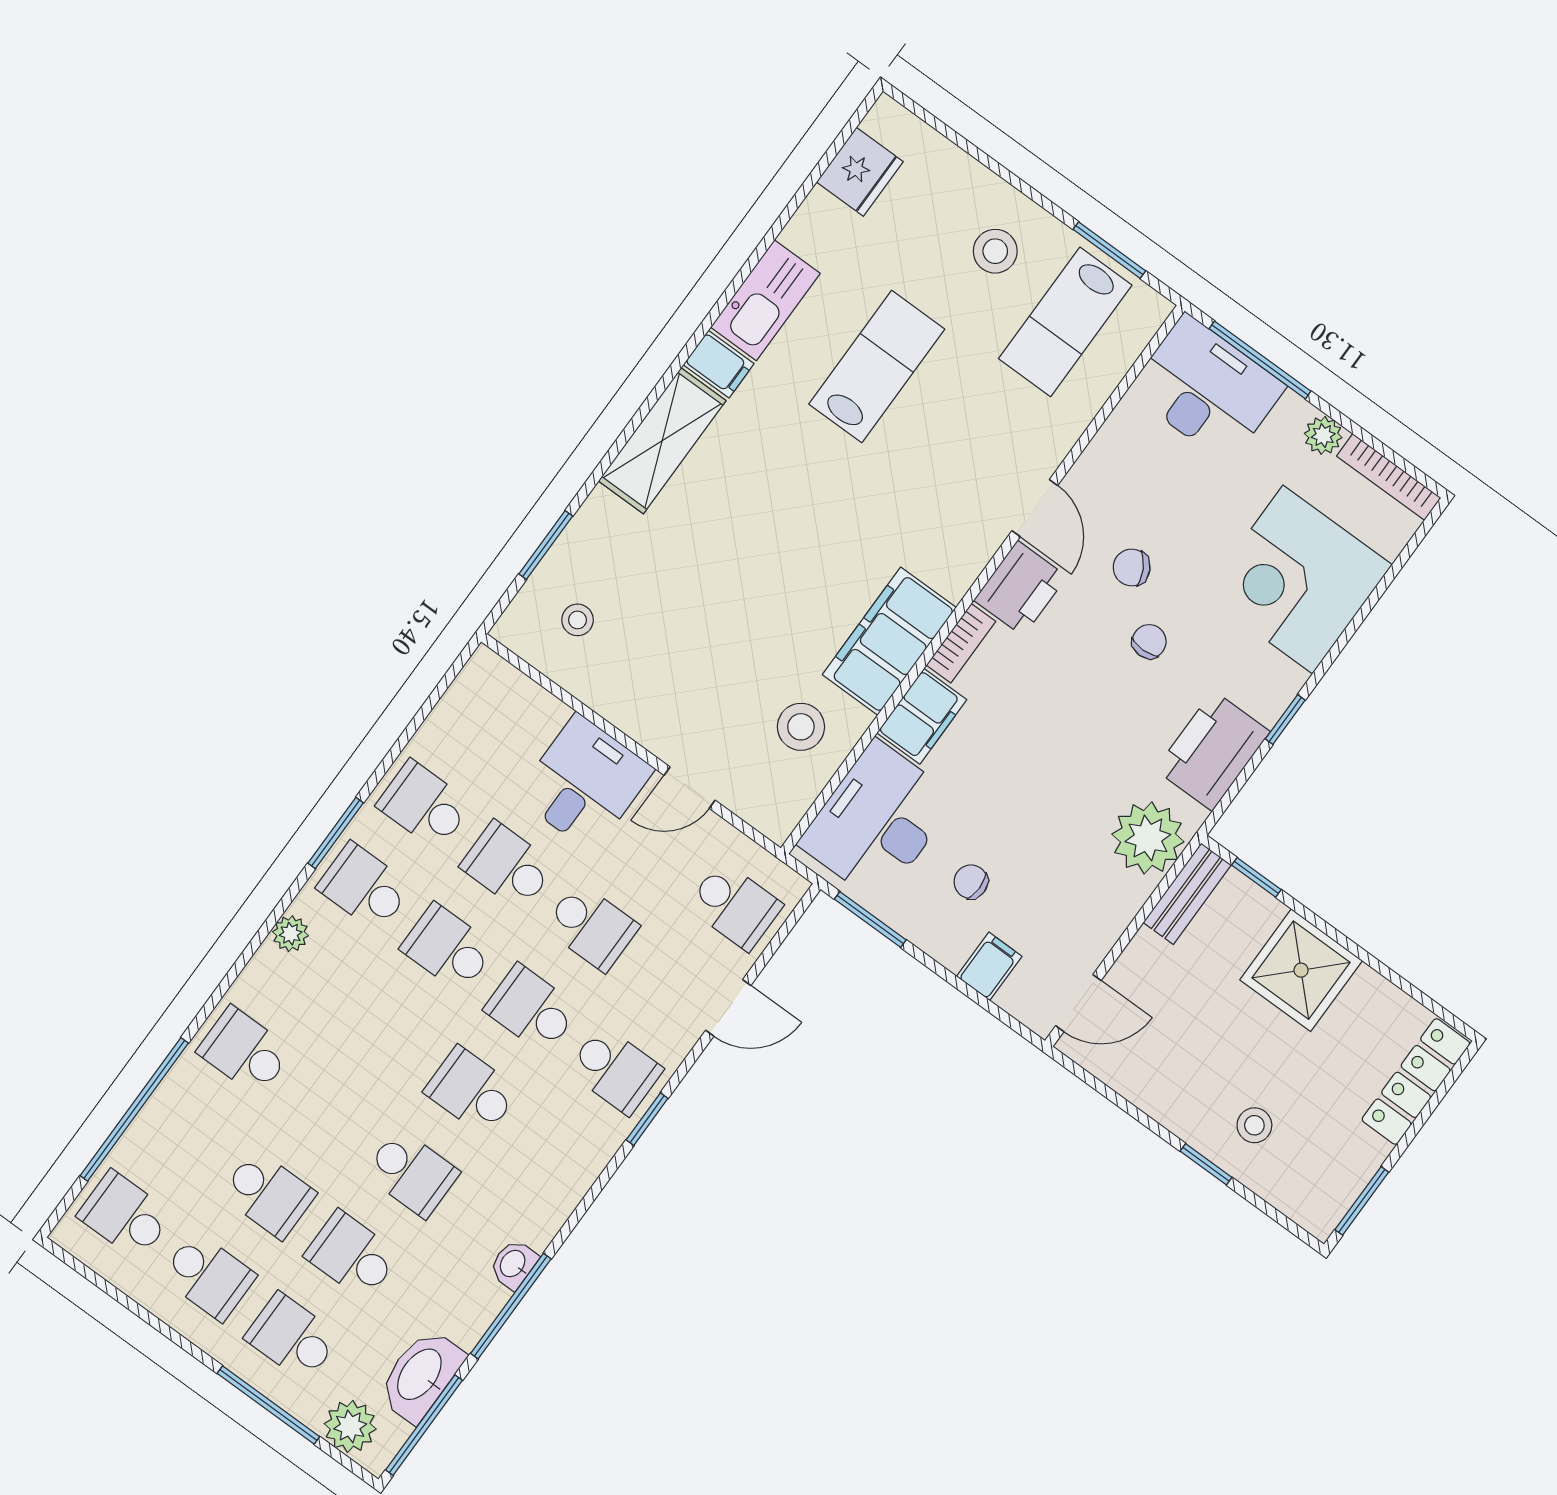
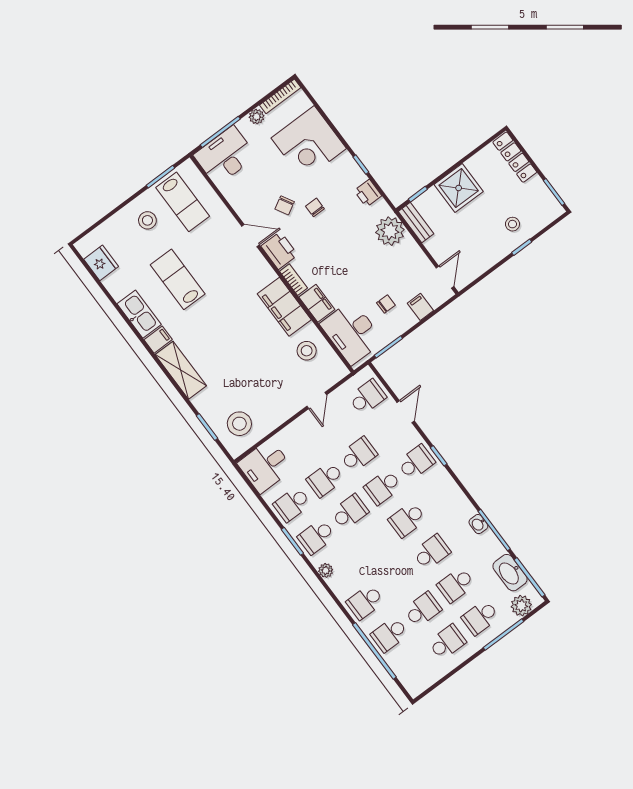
stool: (578, 620) -> (239, 424), width x1.89, depth x1.89
printer: (1213, 751) -> (368, 193), width x0.53, depth x0.68
desk: (585, 783) -> (265, 466), moved, turned -90
chair: (971, 882) -> (386, 304), turned 180
school desk: (448, 948) -> (350, 512), turned 180
school desk: (125, 1215) -> (390, 634), moved

